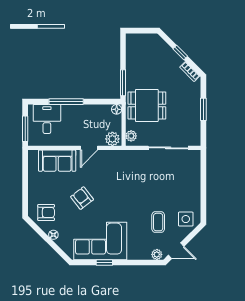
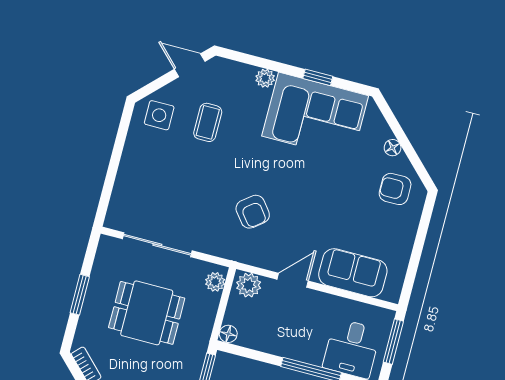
dining table: (147, 105) -> (147, 313), moved
armchair: (82, 198) -> (253, 212), moved
plant: (157, 254) -> (265, 78), moved

